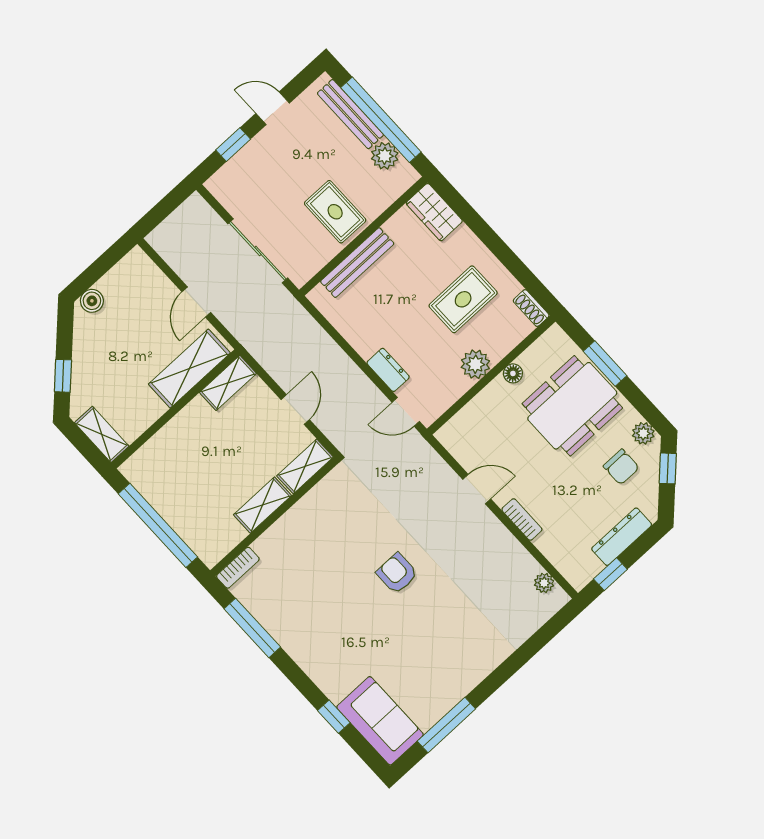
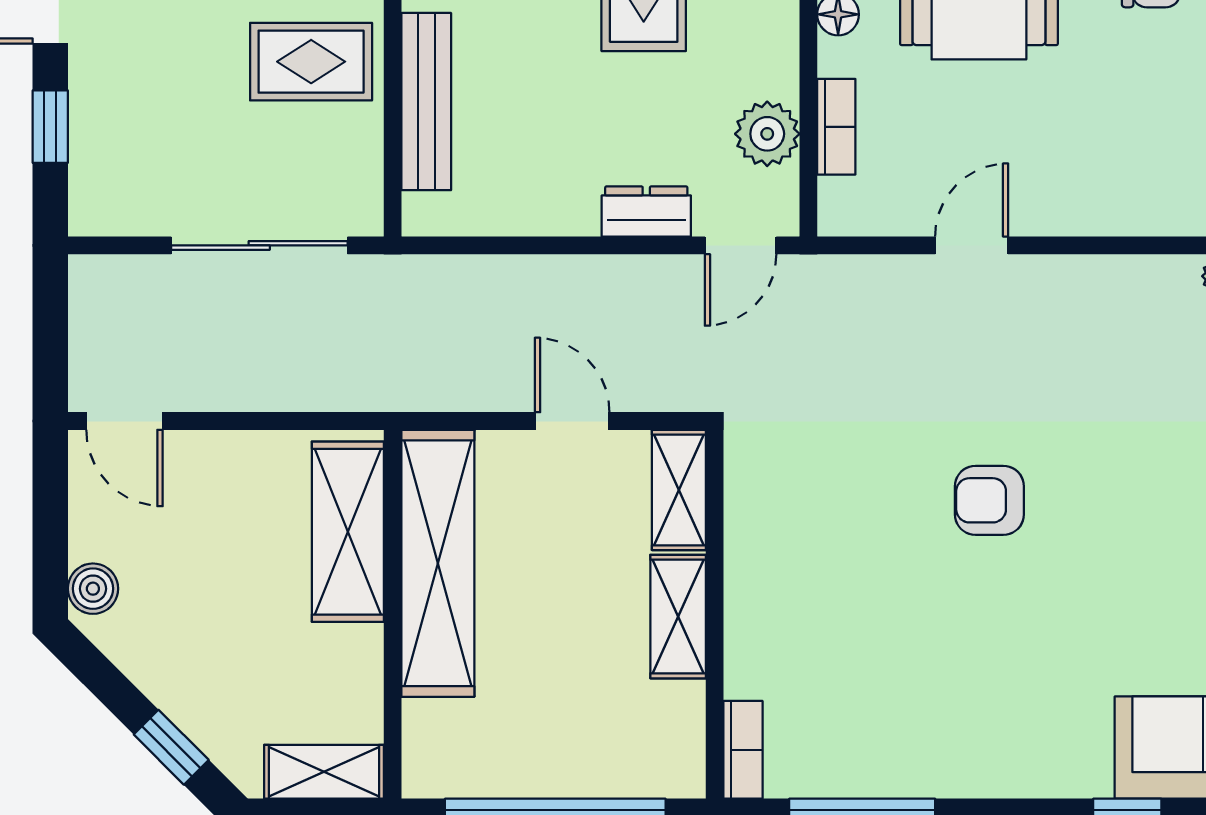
door: (196, 302) -> (124, 421), moved
plant: (475, 364) -> (767, 134), moved
shelving: (228, 383) -> (438, 563), width x2.20, depth x1.33
bookcase: (522, 519) -> (836, 127), moved, turned 90

